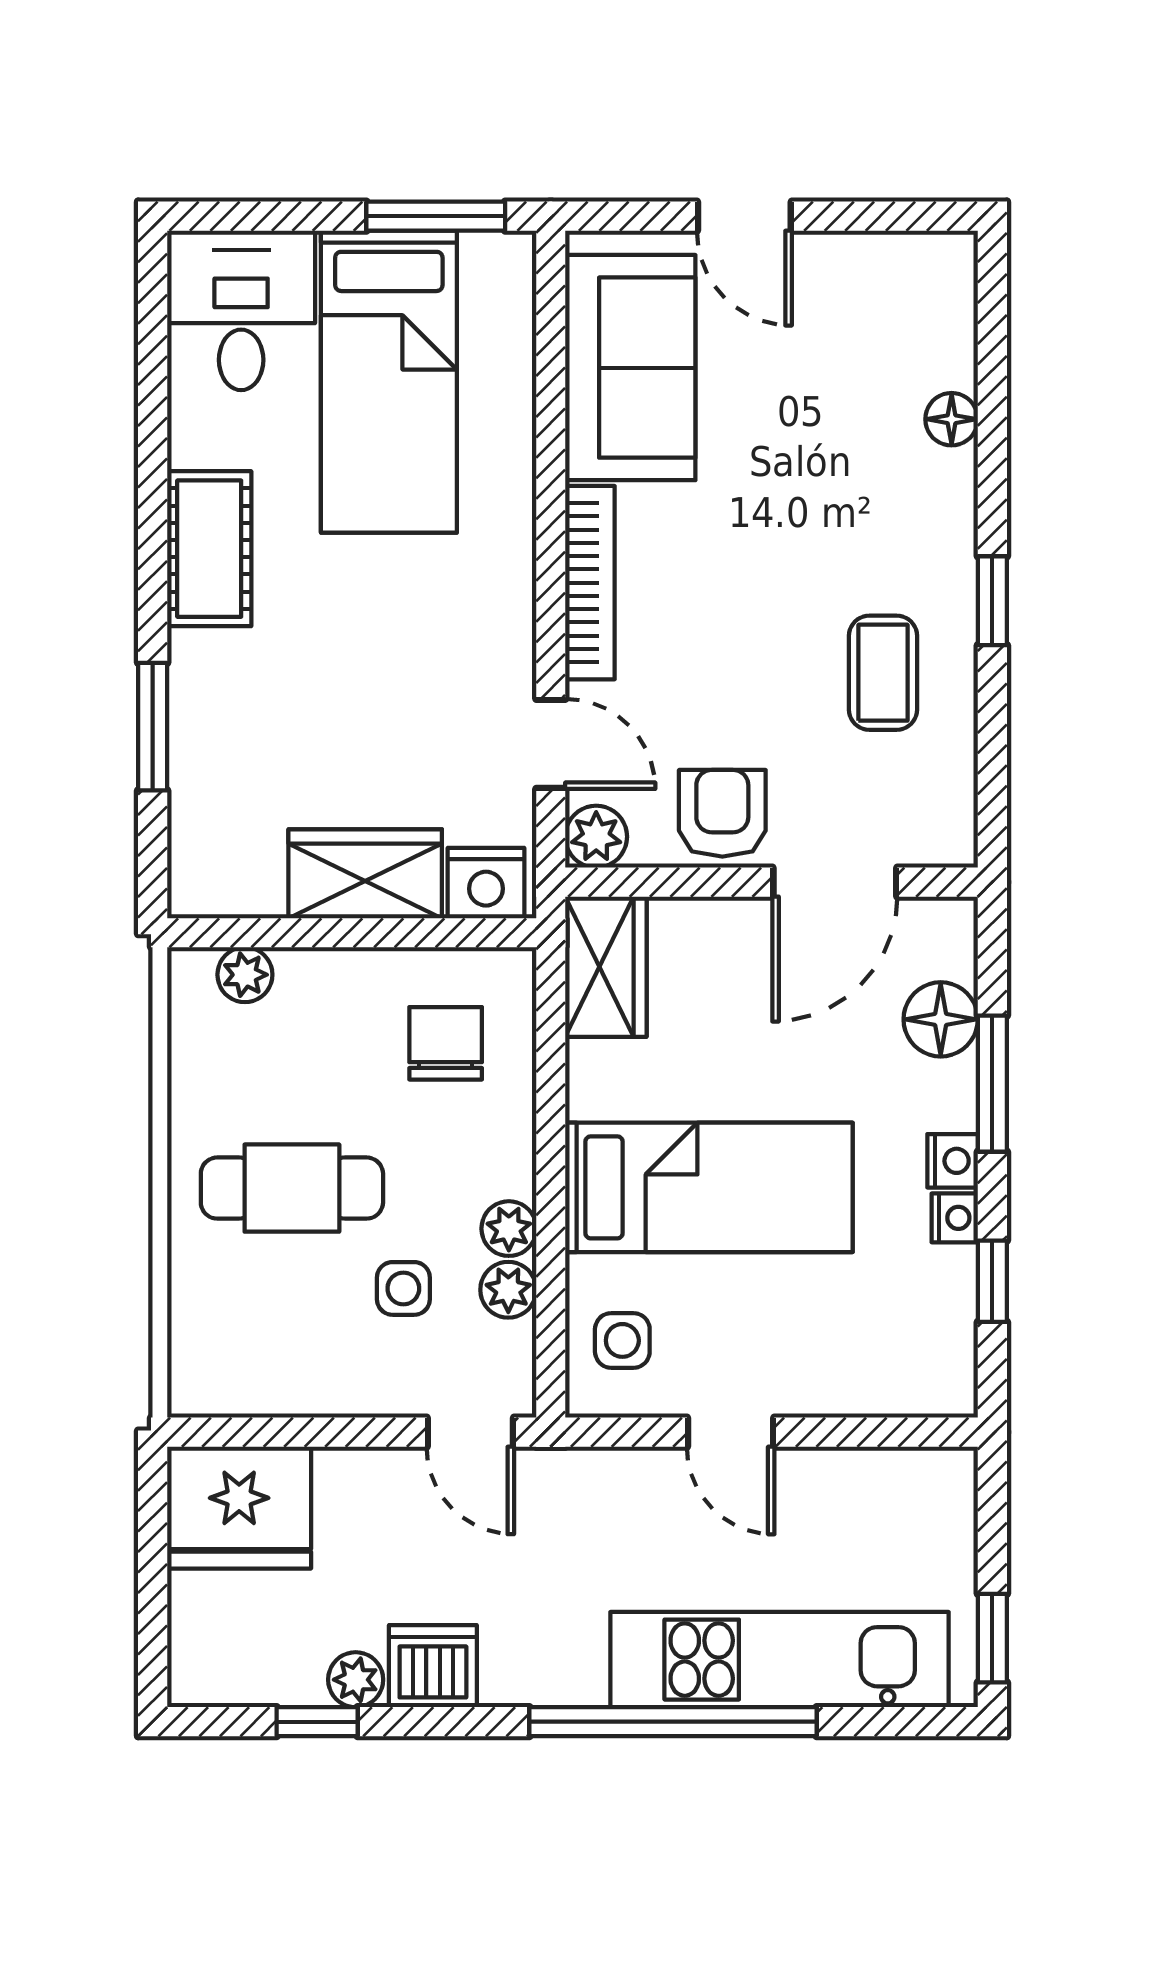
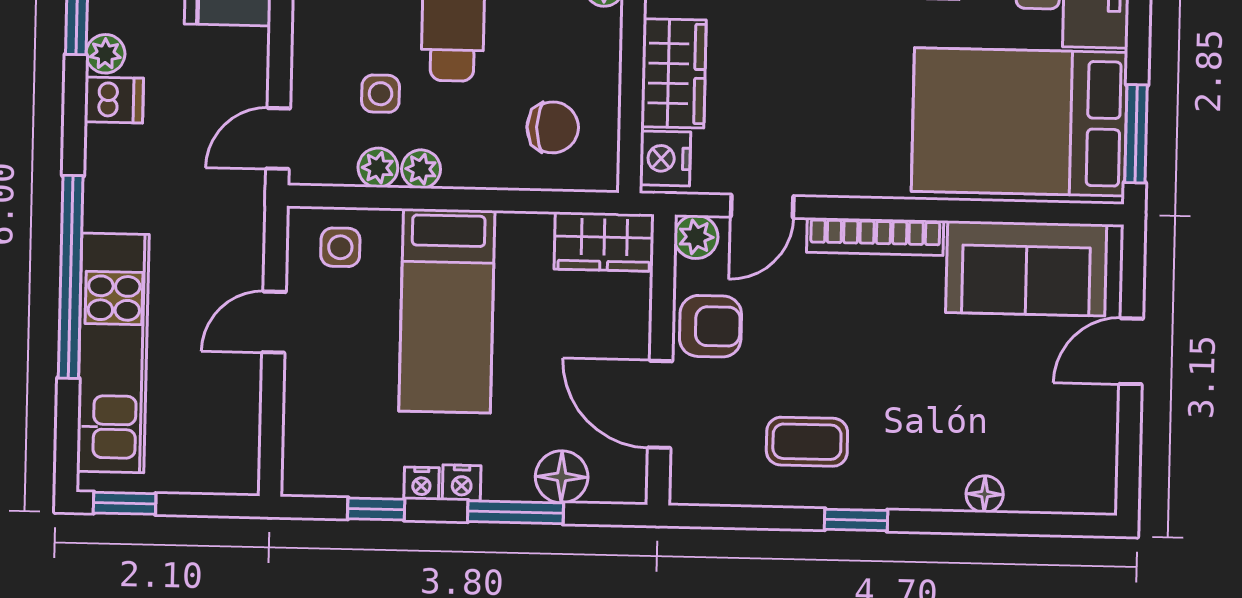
bed: (389, 382) -> (1020, 122), width x1.50
dishwasher: (433, 1666) -> (114, 100), width x0.73

